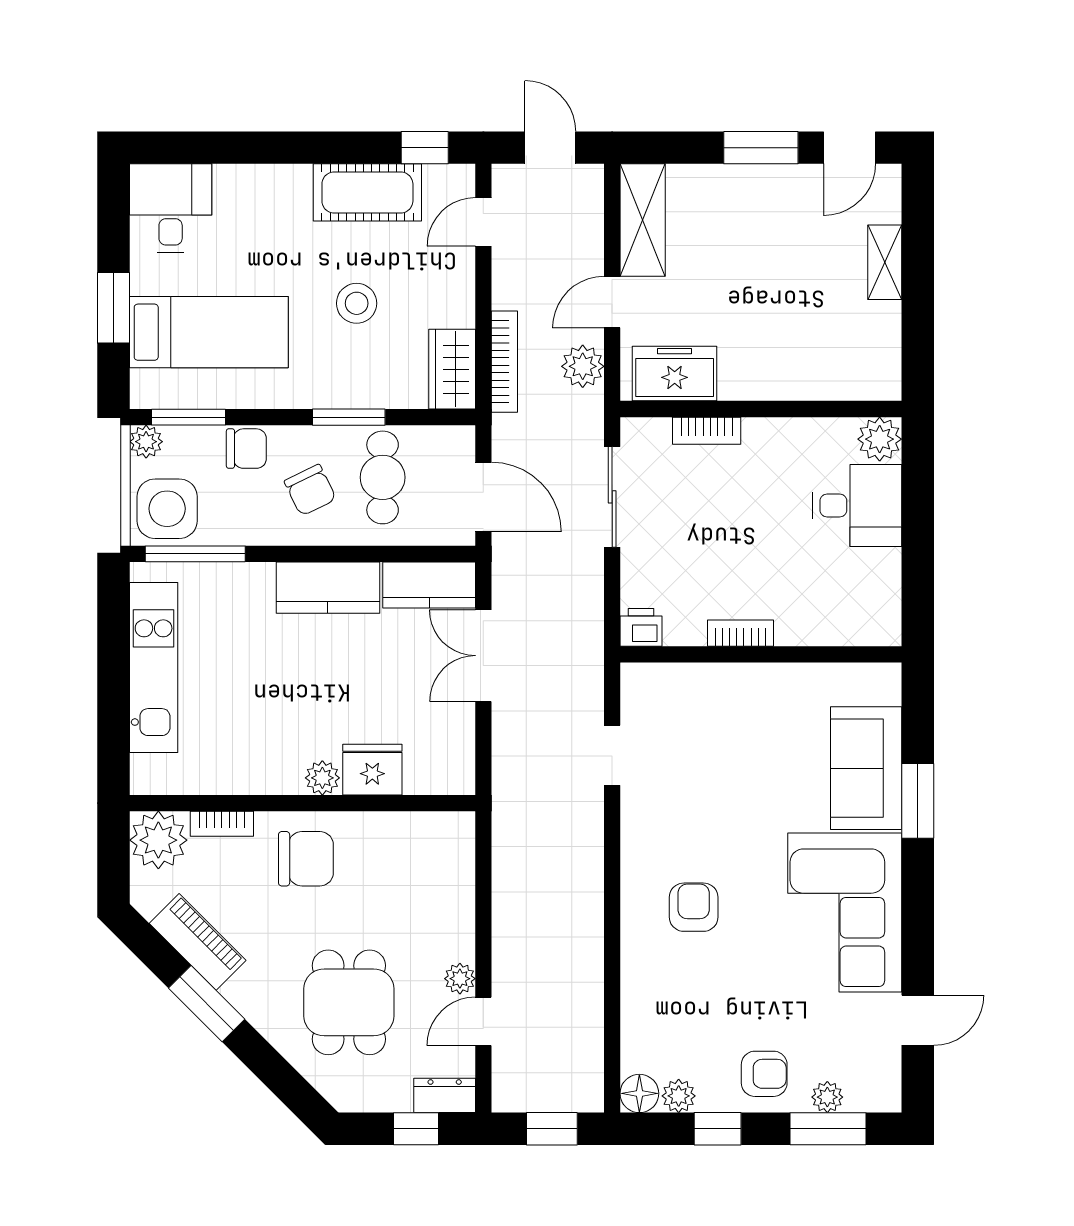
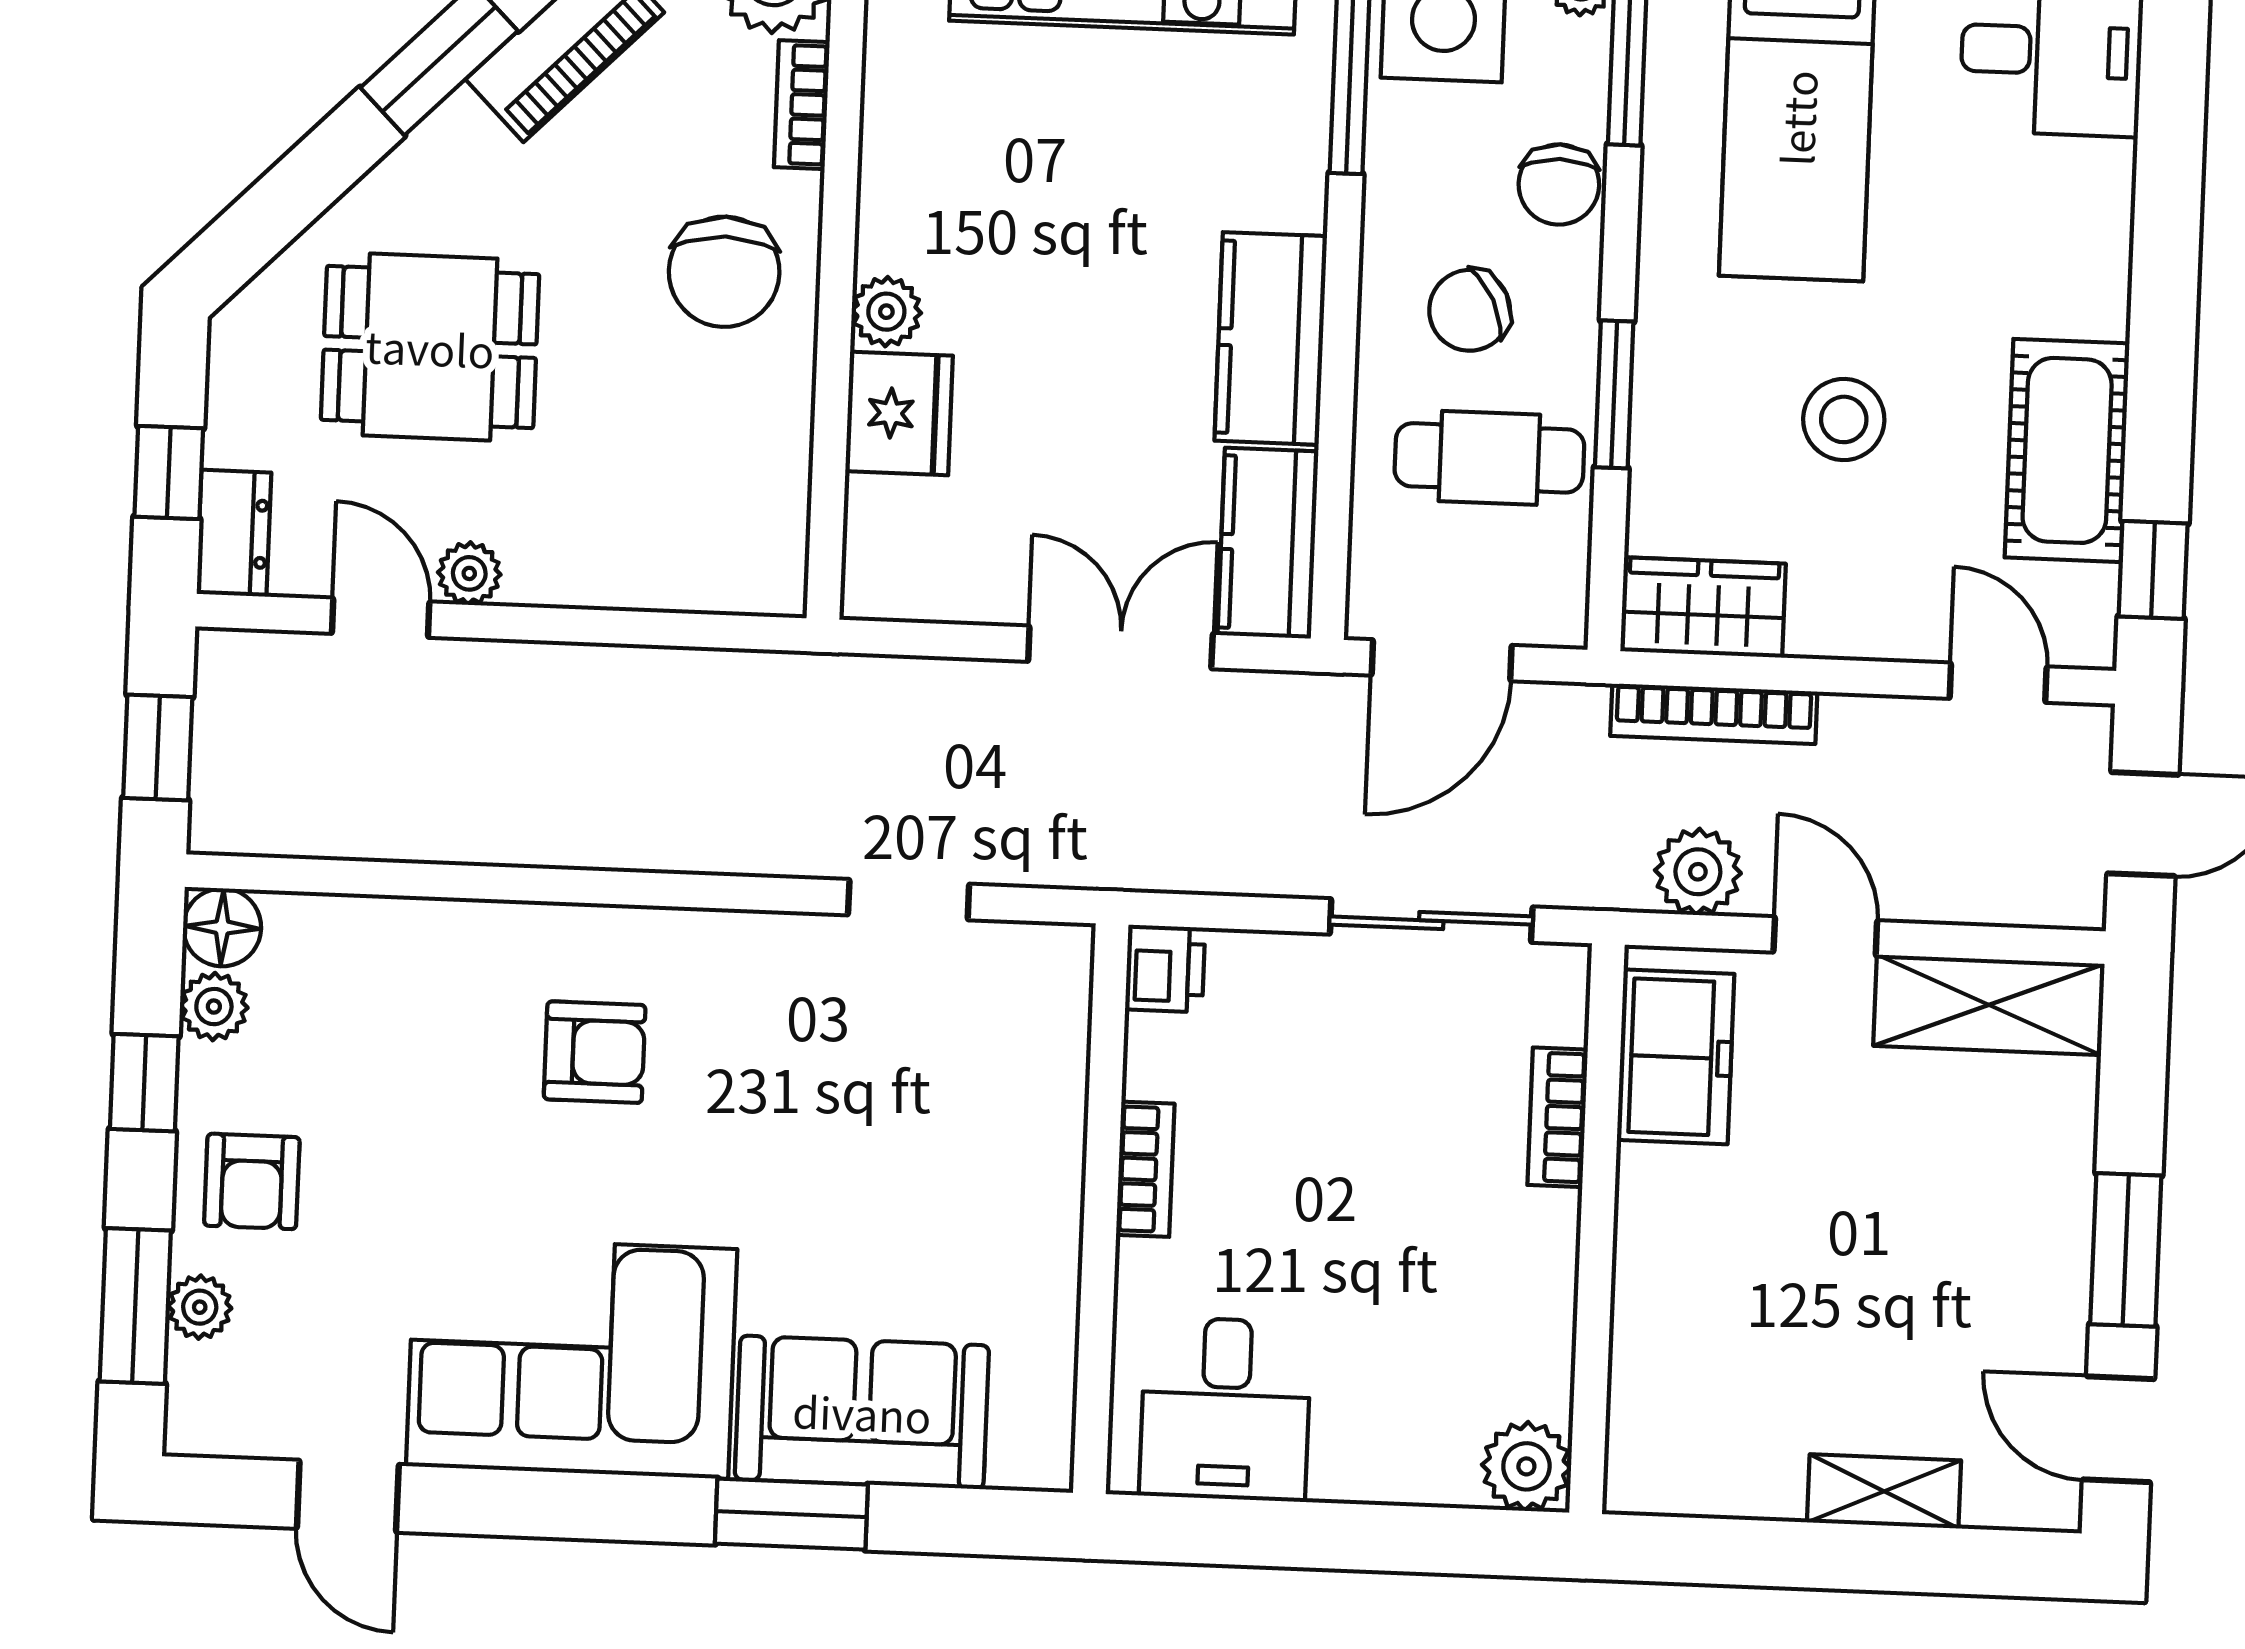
desk: (857, 505) -> (1225, 1409), moved

